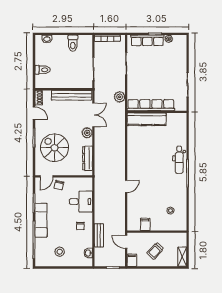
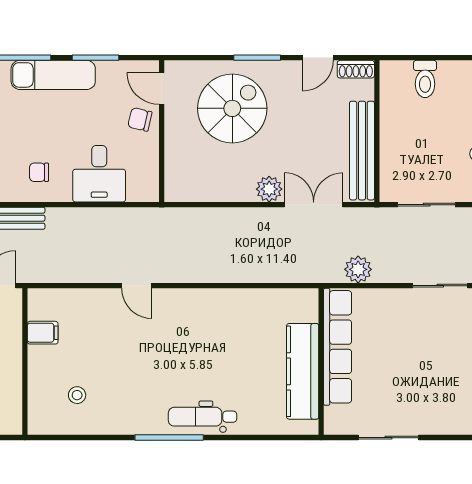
double door: (93, 115) -> (314, 205), swing flipped
kitchen counter: (147, 119) -> (303, 371), moved
dresser: (88, 158) -> (206, 190), removed

